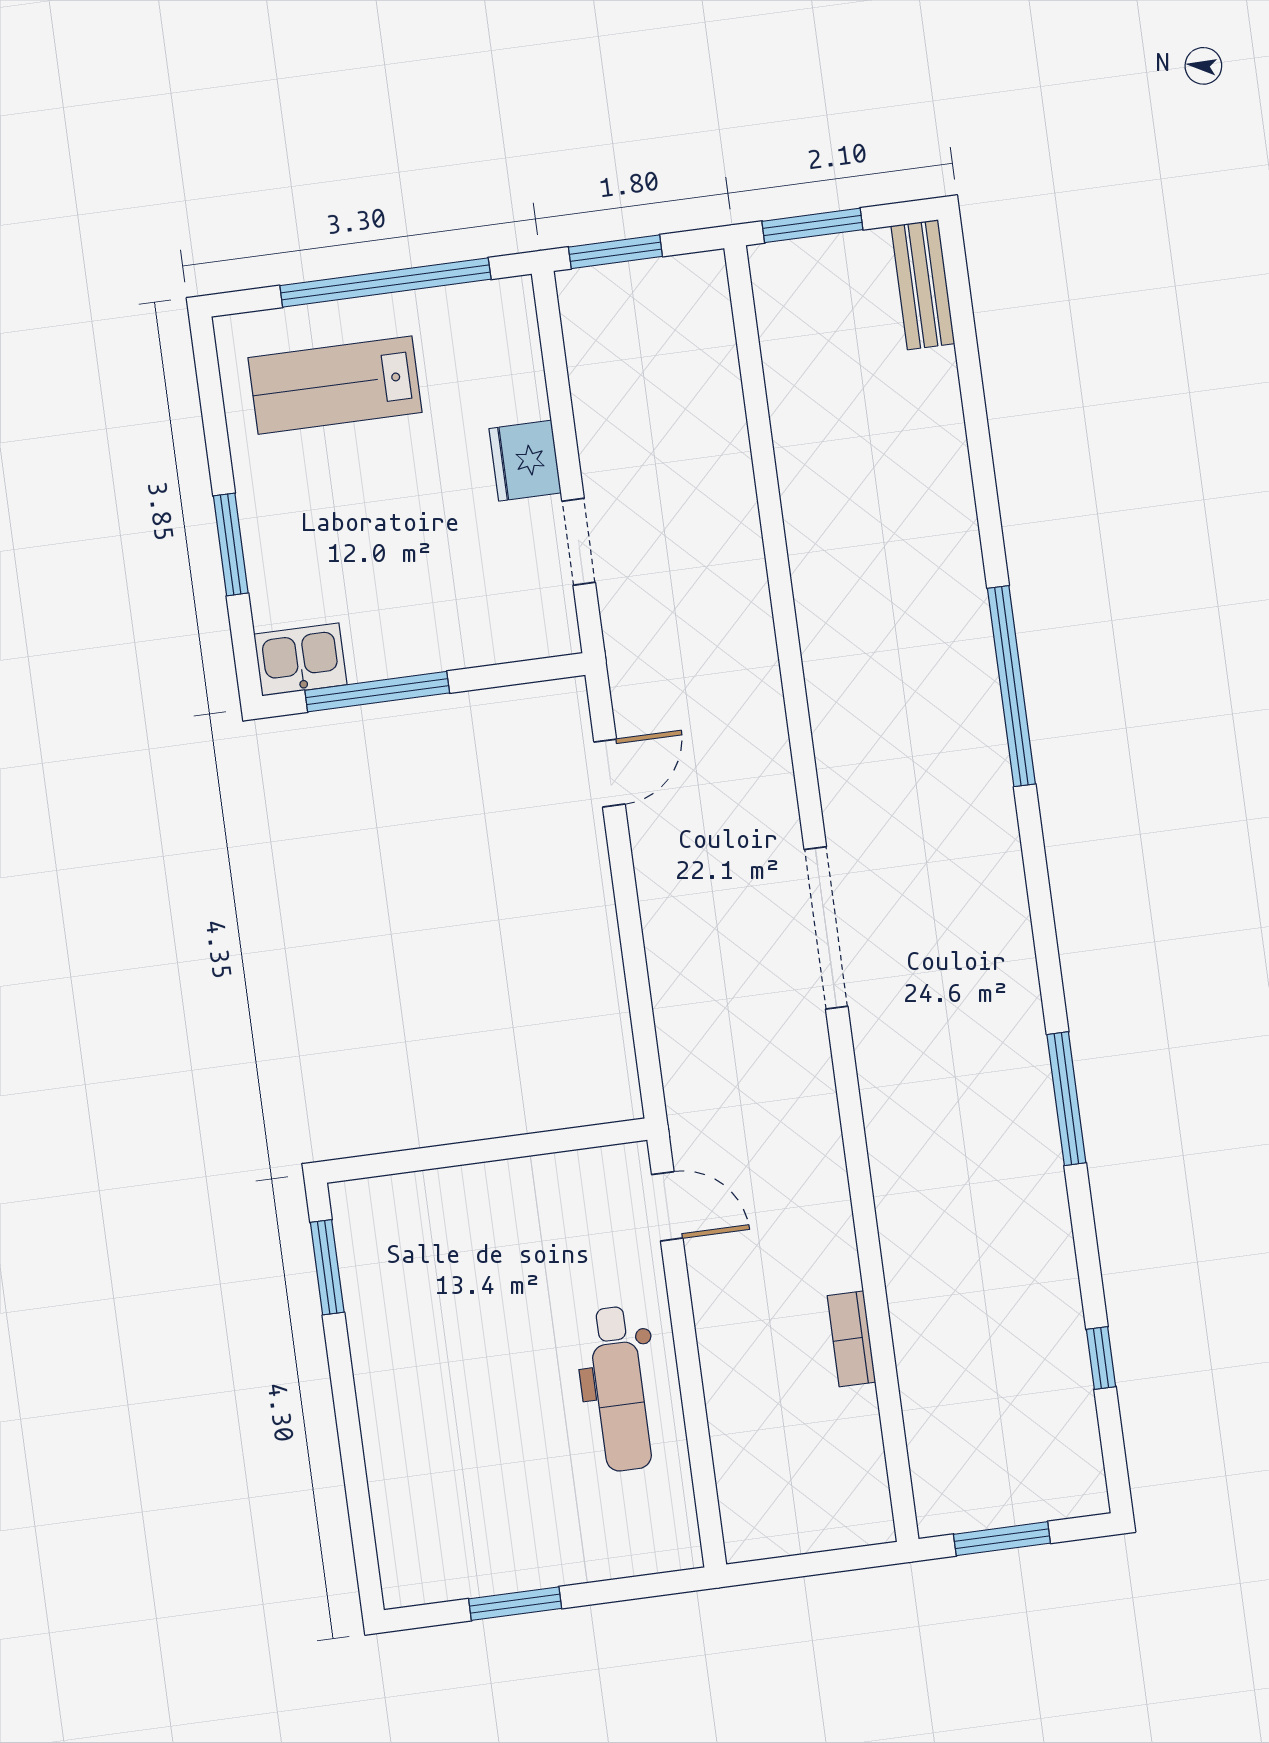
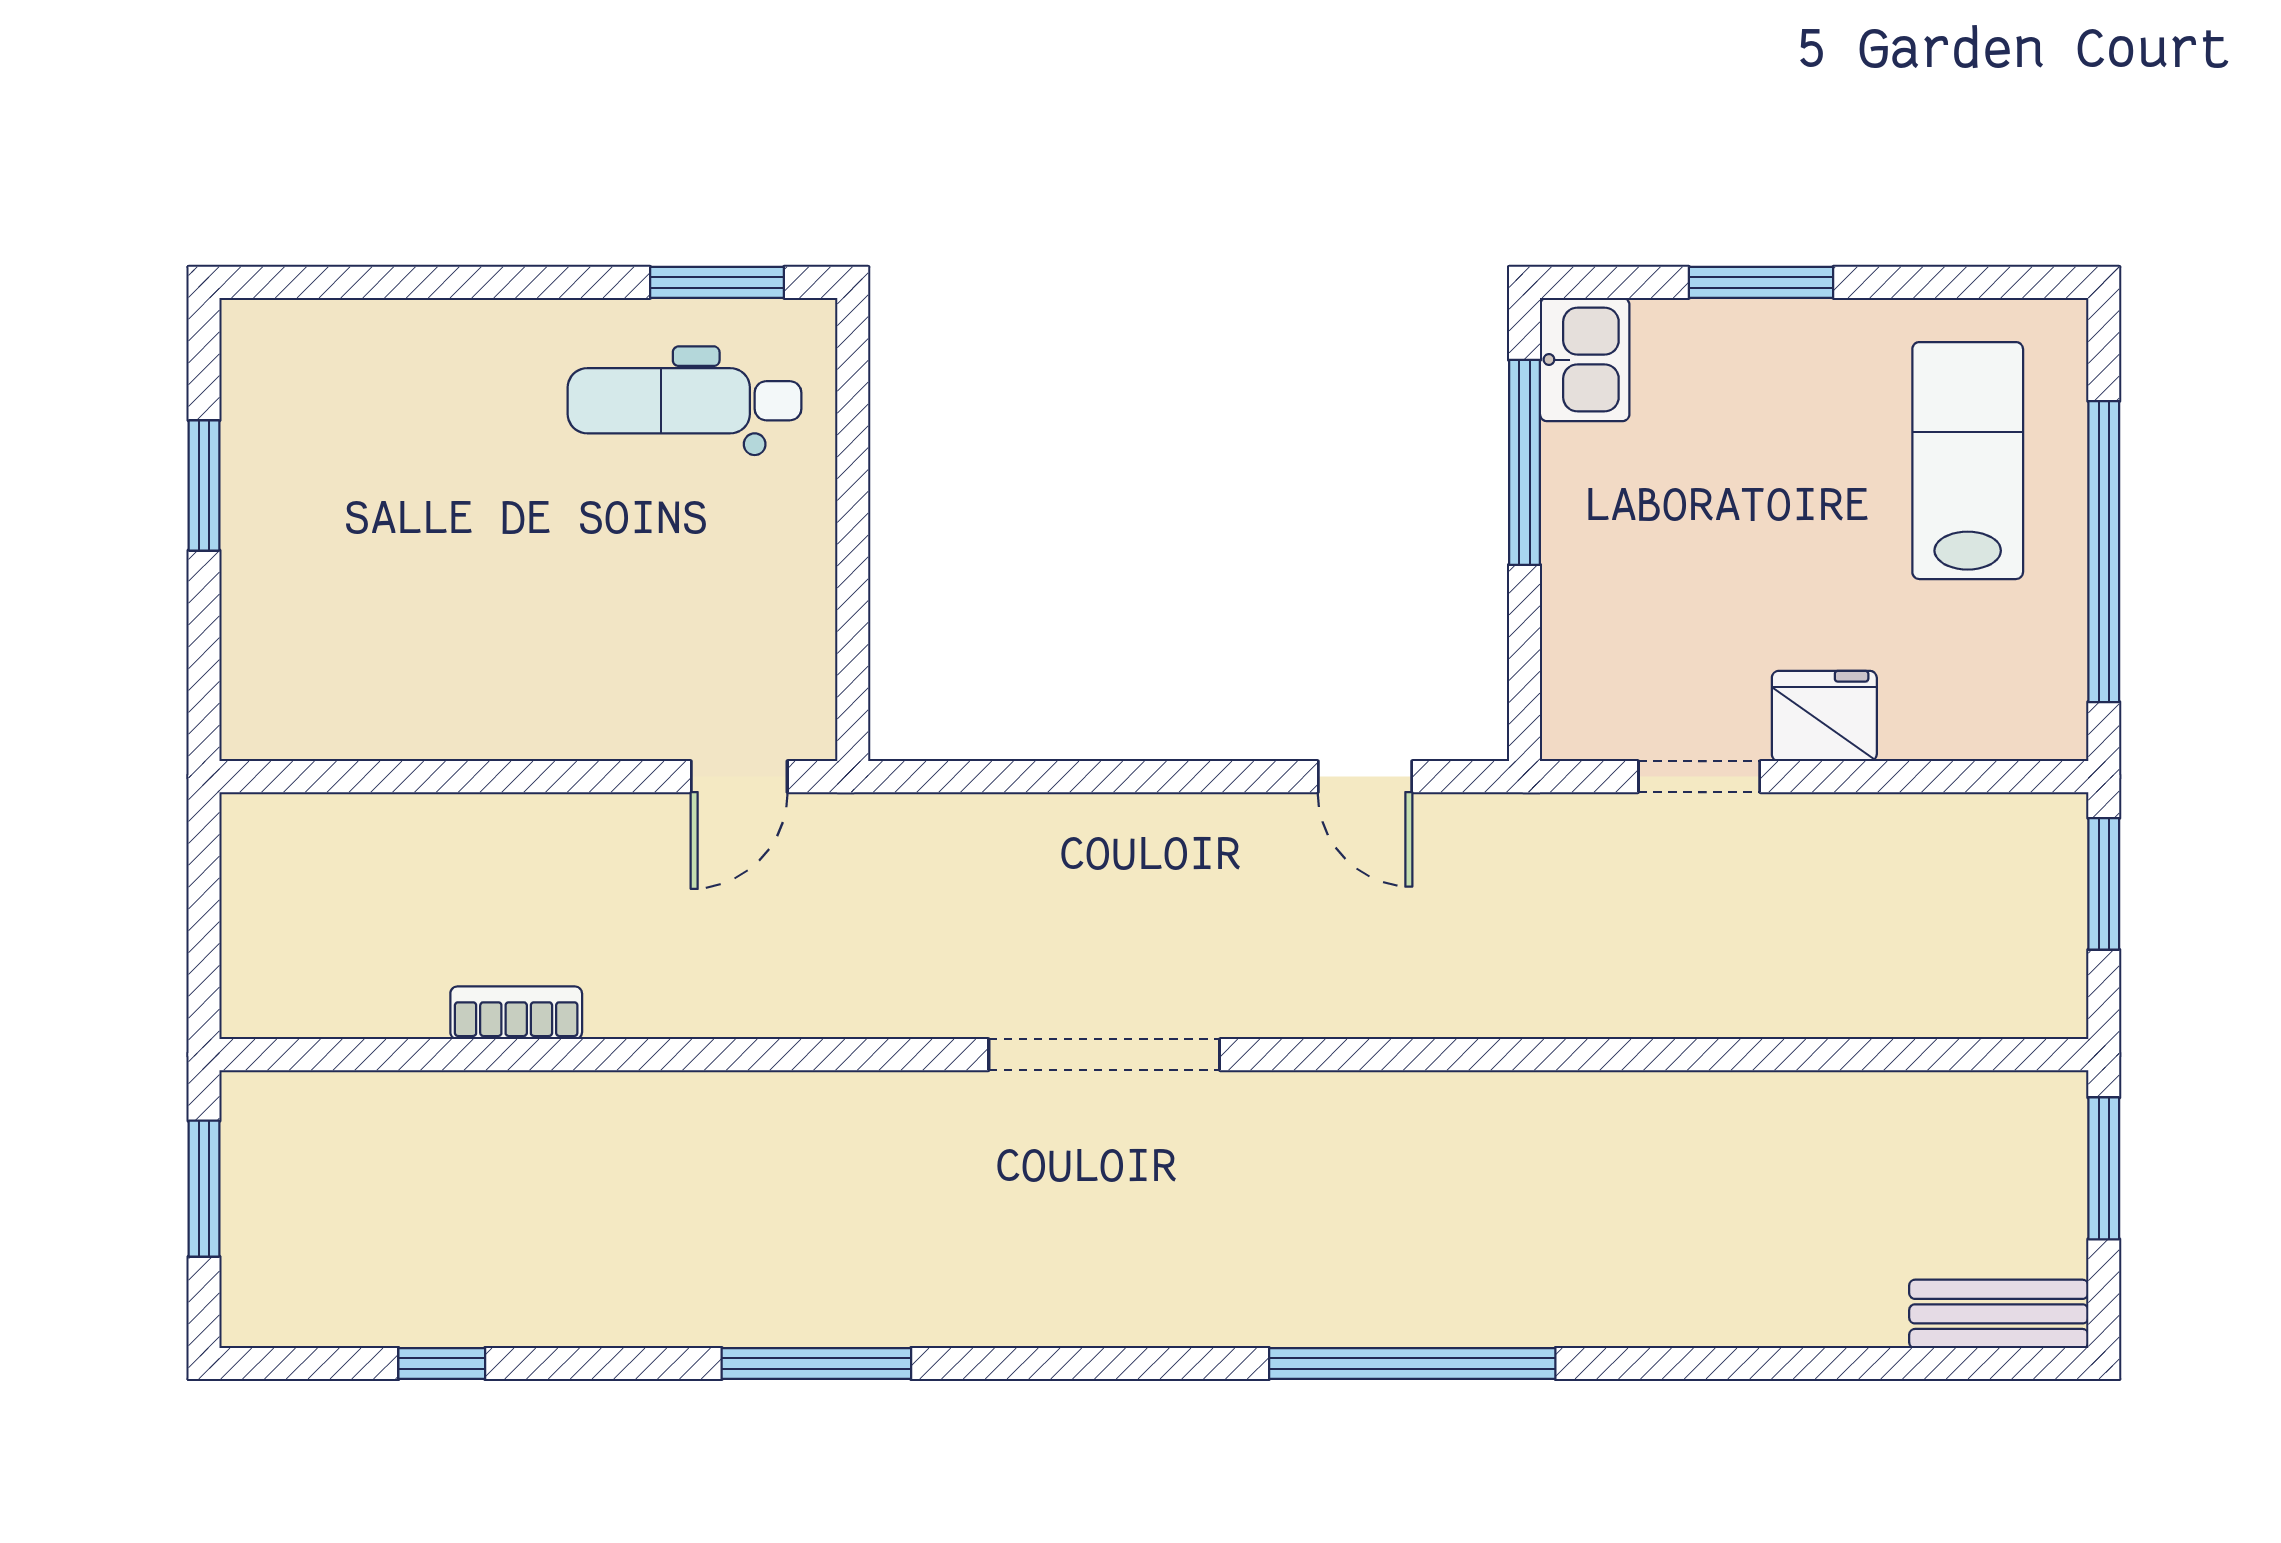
dental chair: (620, 1389) -> (685, 401), moved

